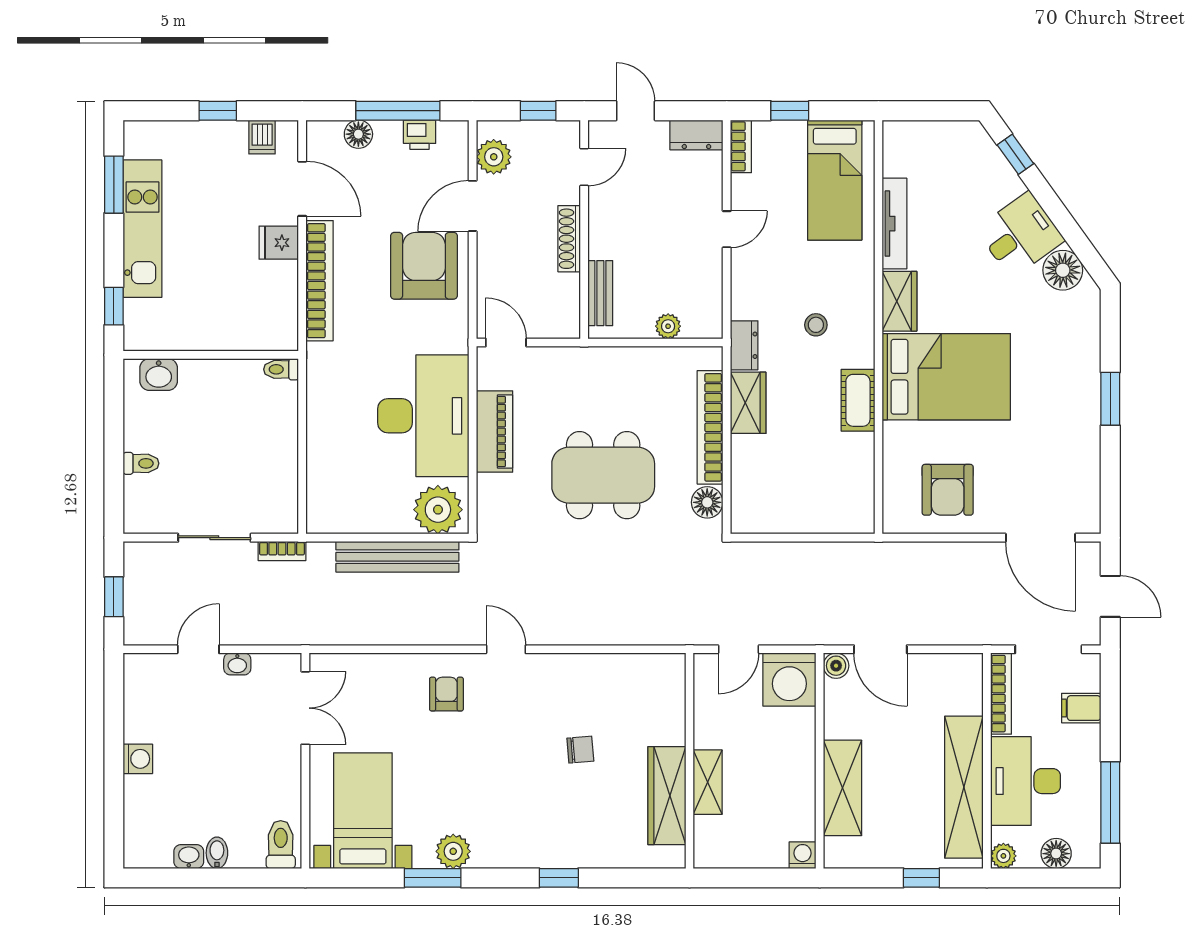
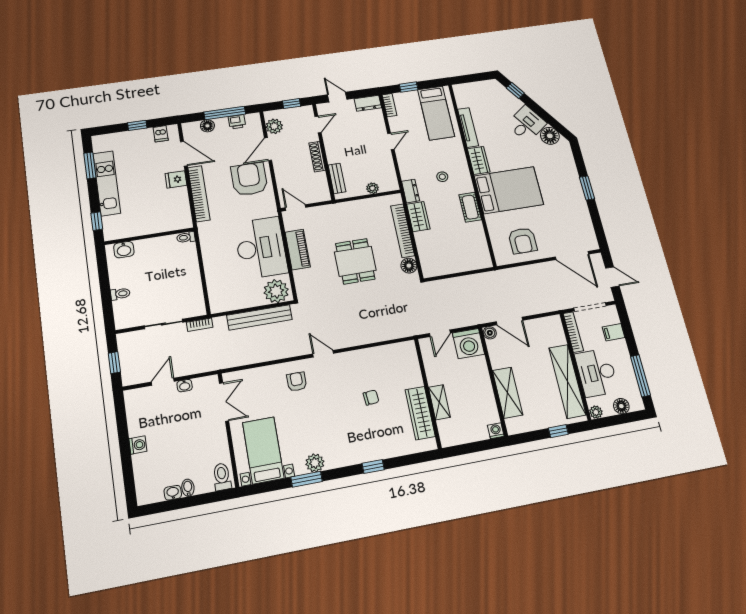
dining table: (603, 475) -> (355, 261), width x0.73

